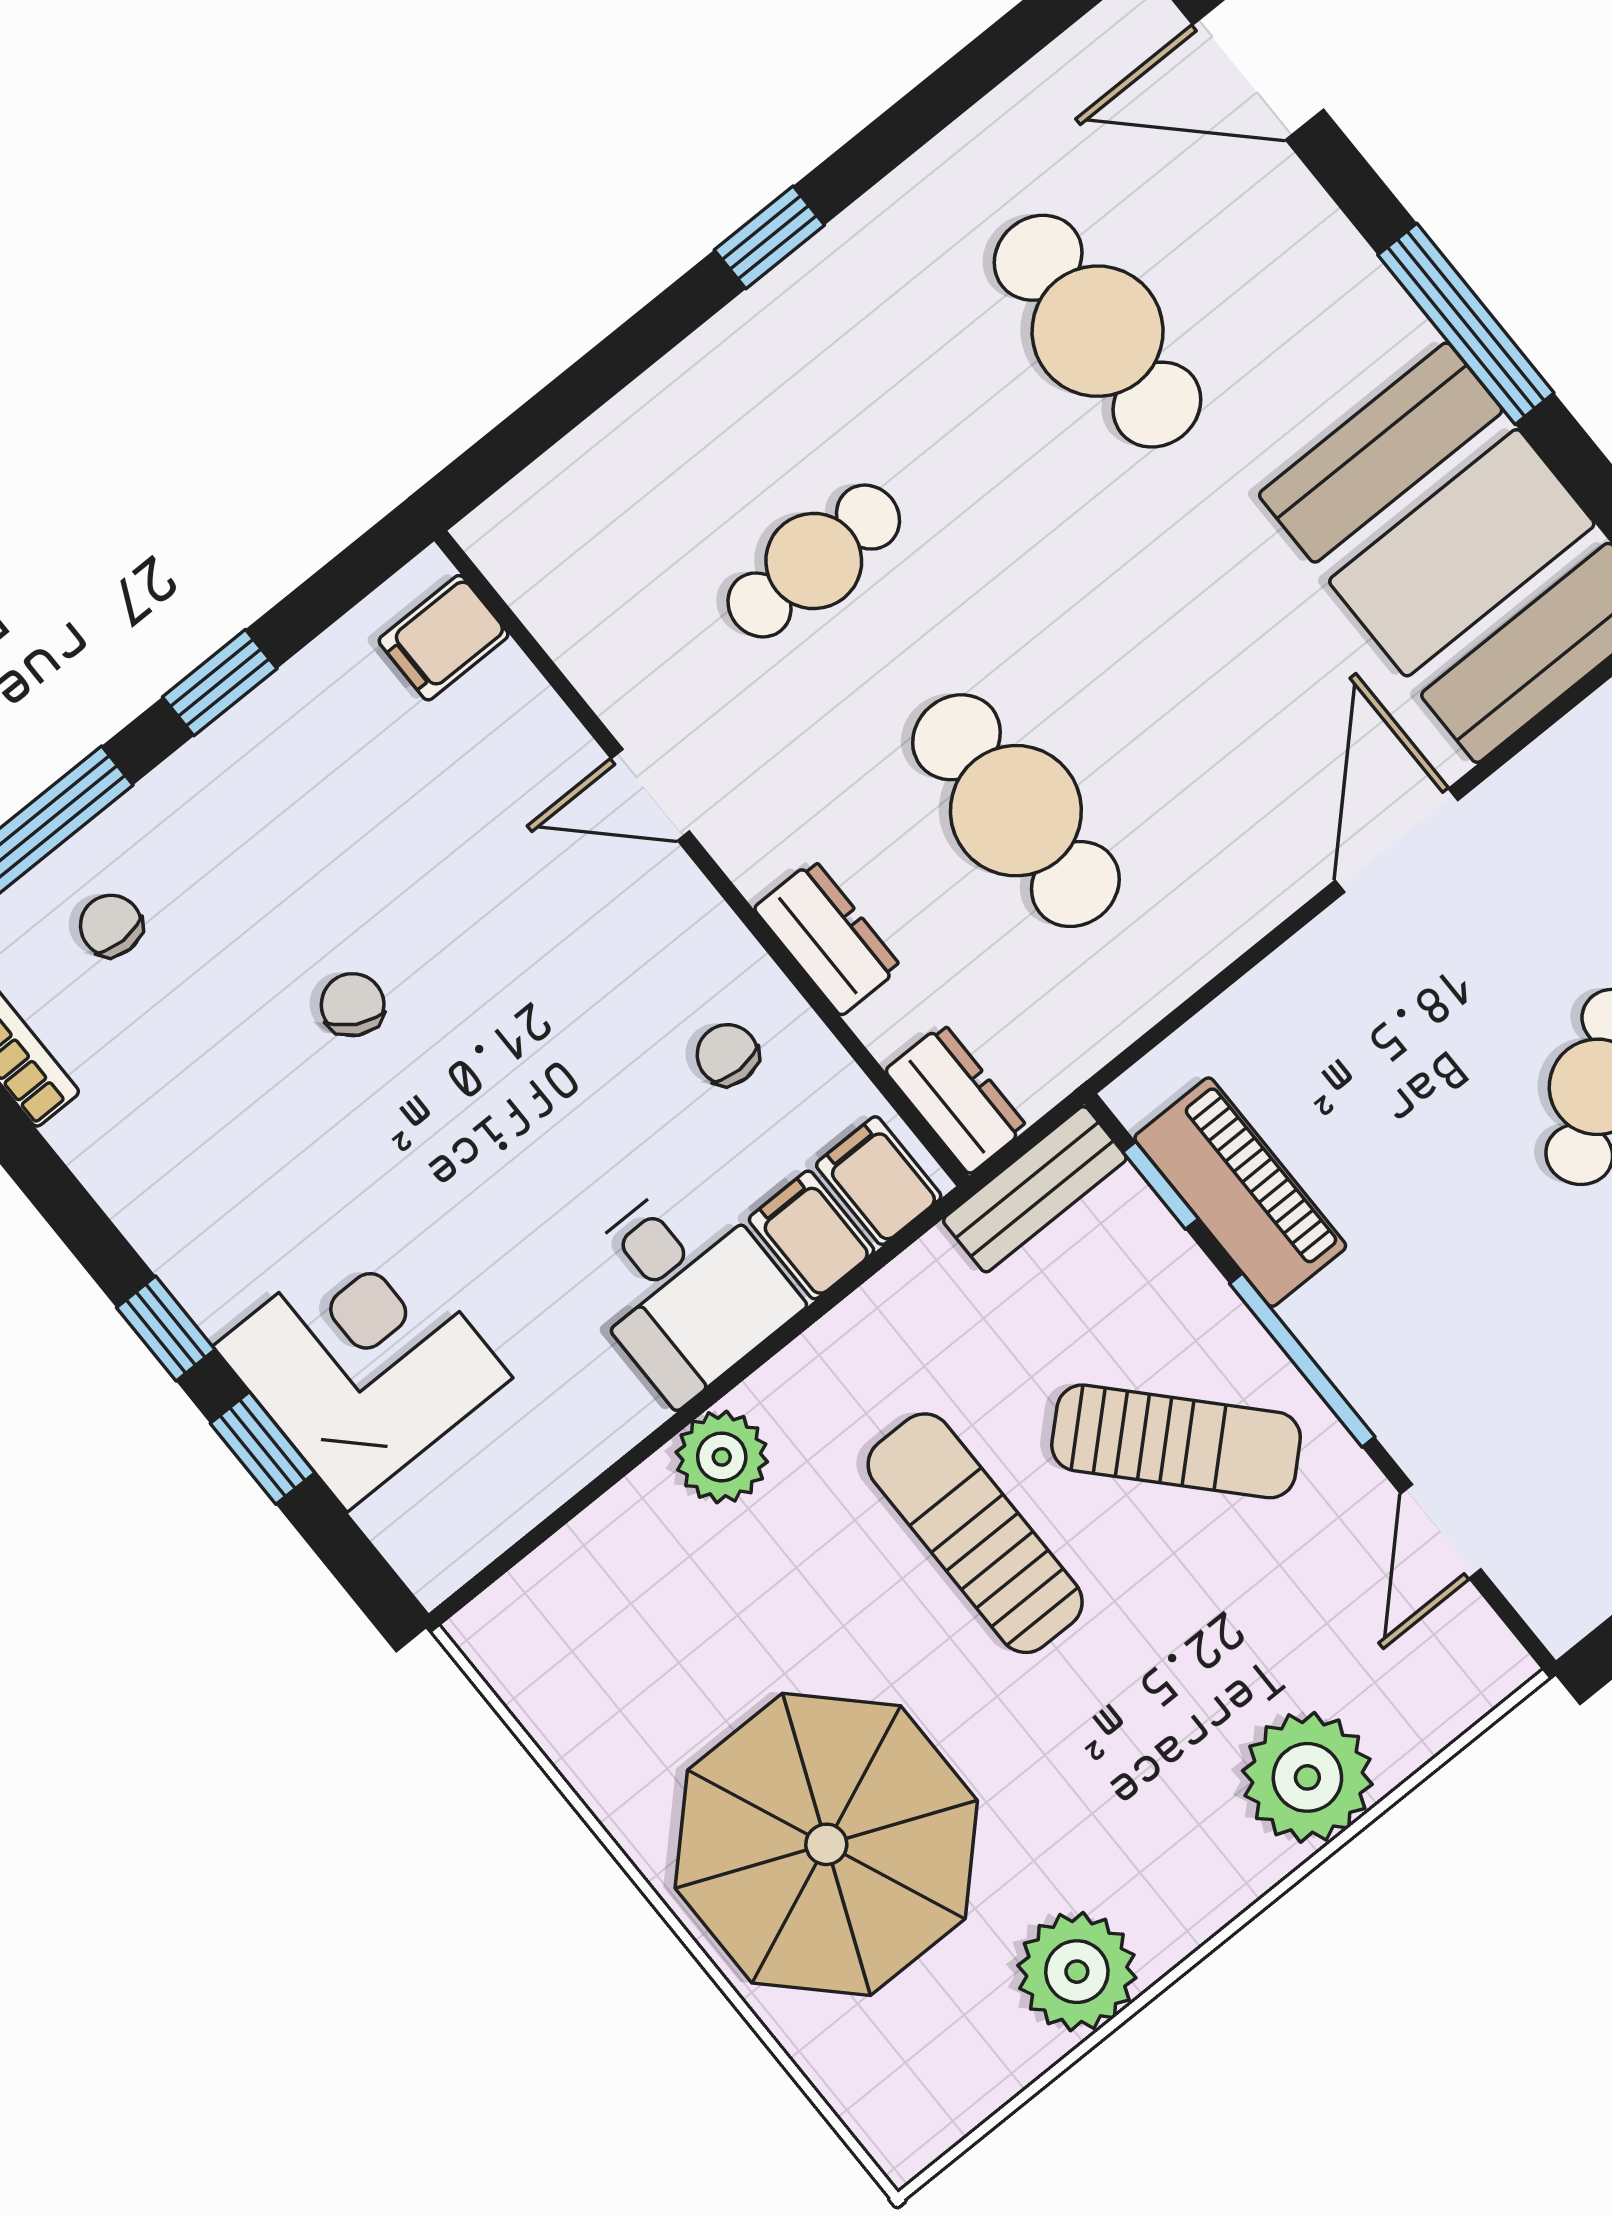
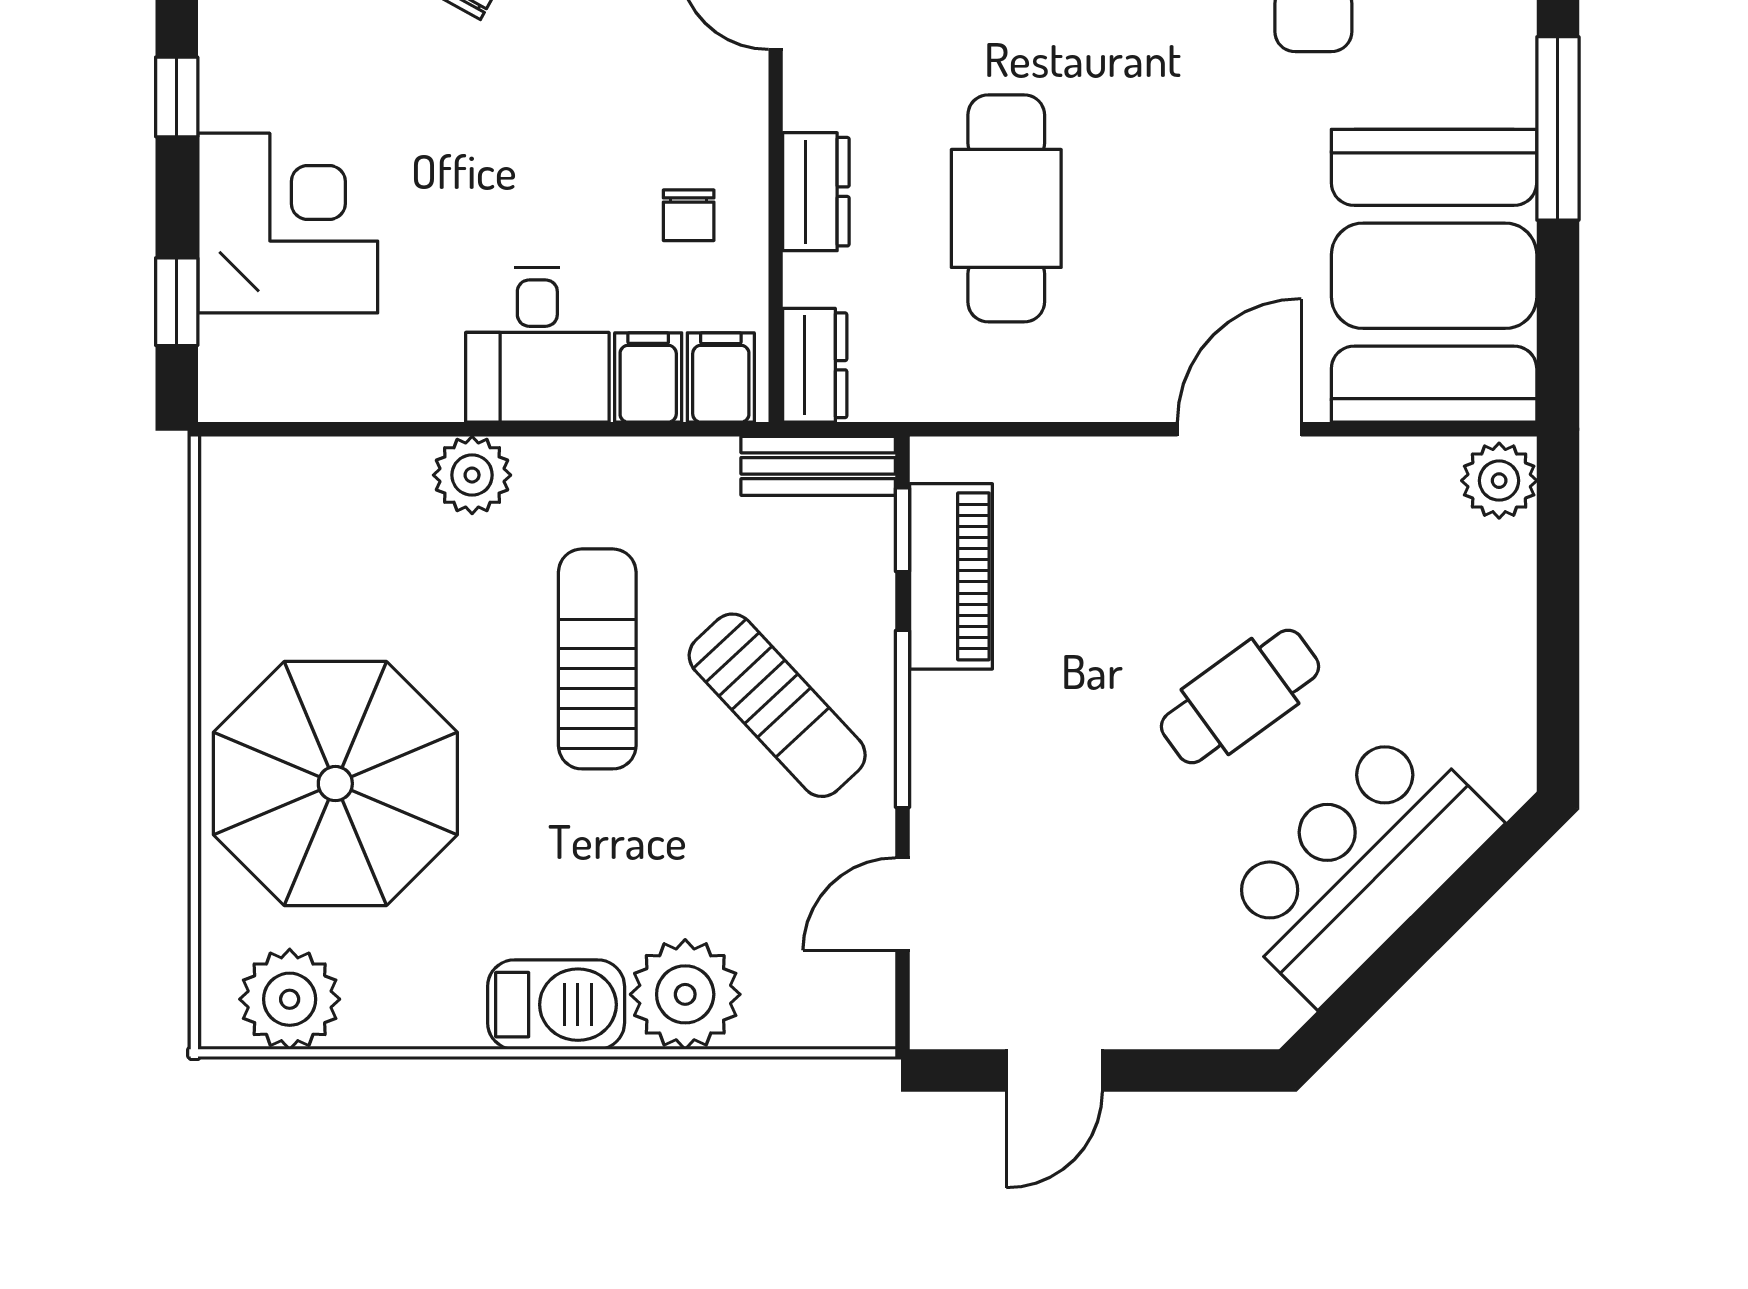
chair: (727, 1055) -> (689, 215), turned 180
window: (263, 1448) -> (177, 302), moved
barbecue: (1196, 1884) -> (556, 1005), added
plant: (1077, 1972) -> (290, 999), moved

